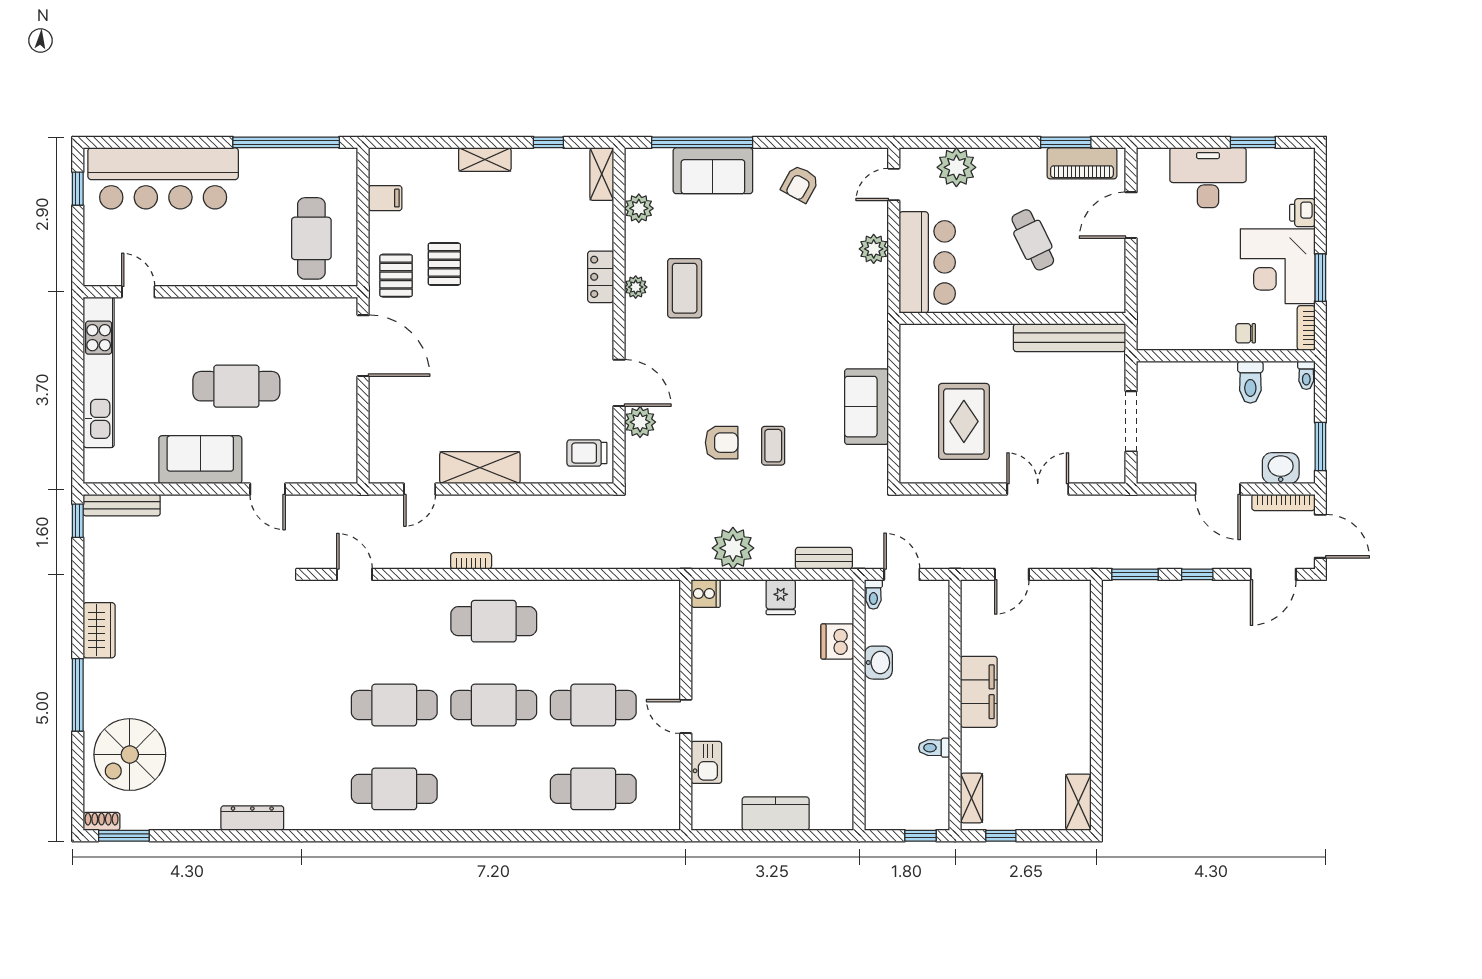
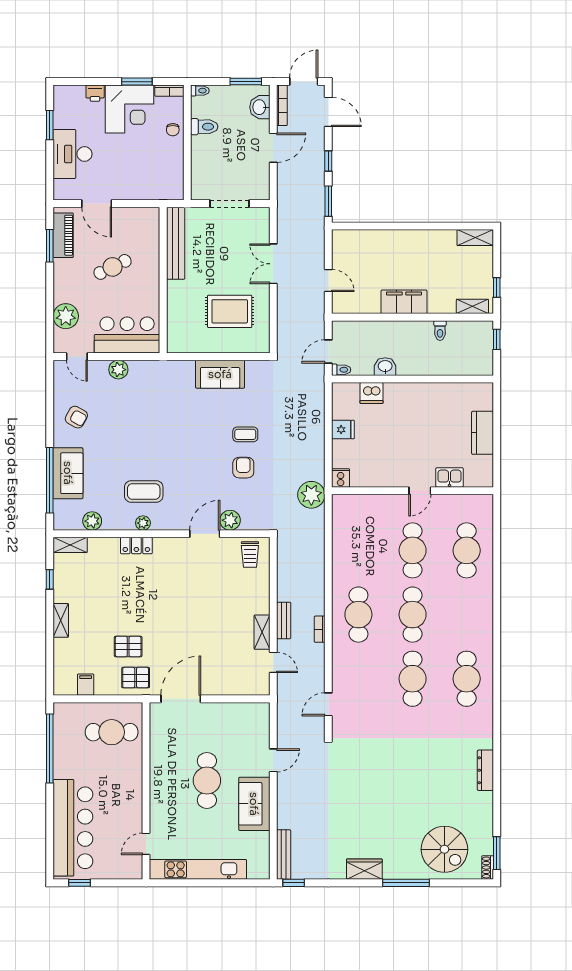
shelving: (480, 468) -> (262, 632), width x0.67, depth x0.75
plant: (733, 548) -> (311, 495), moved
bench: (824, 558) -> (284, 620), moved

